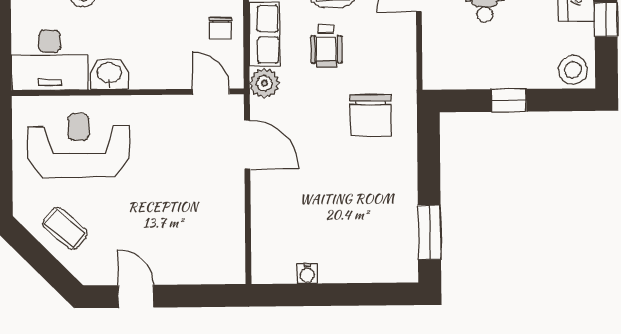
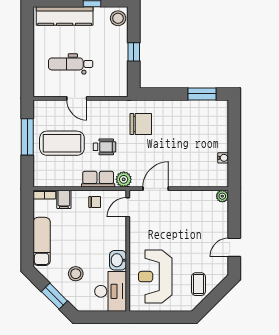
coffee table: (65, 228) -> (198, 284), turned -41
plant: (234, 272) -> (222, 196), added

